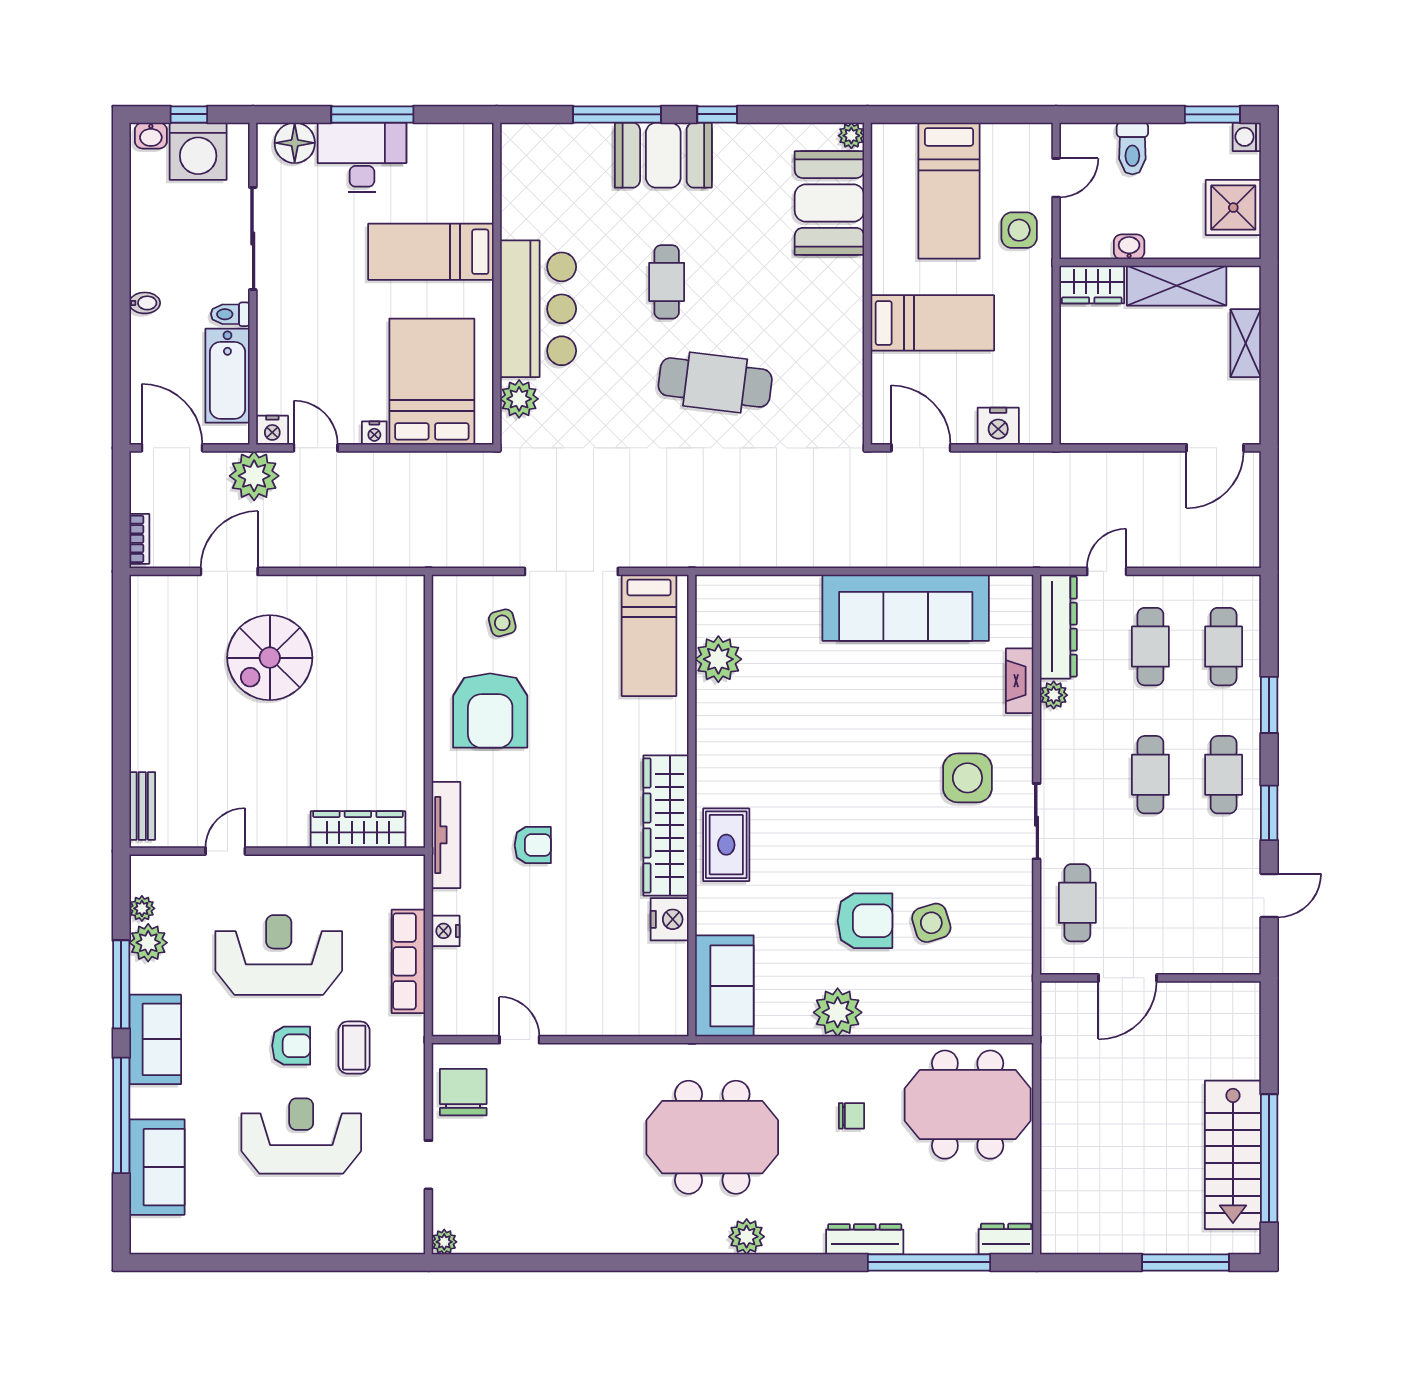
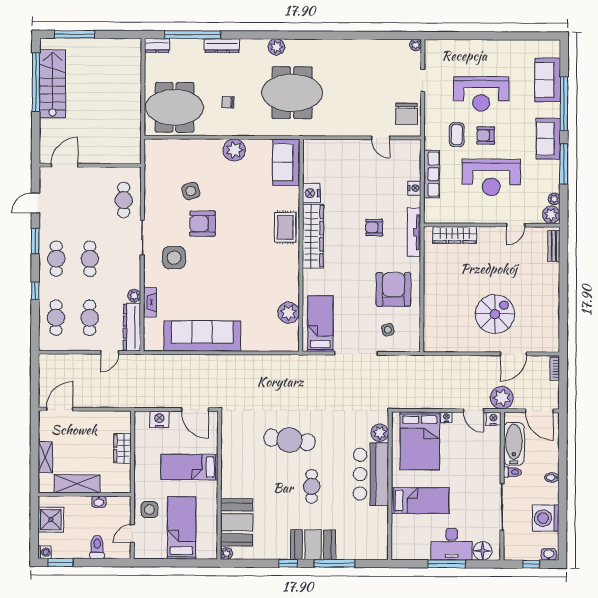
washing machine: (198, 151) -> (546, 518), moved, turned -90
wardrobe: (1092, 285) -> (122, 448), moved, turned -90
window: (1269, 705) -> (35, 291), width x0.67
armchair: (865, 921) -> (203, 224), moved
plant: (148, 943) -> (551, 215), moved
door: (1128, 978) -> (65, 165), moved

